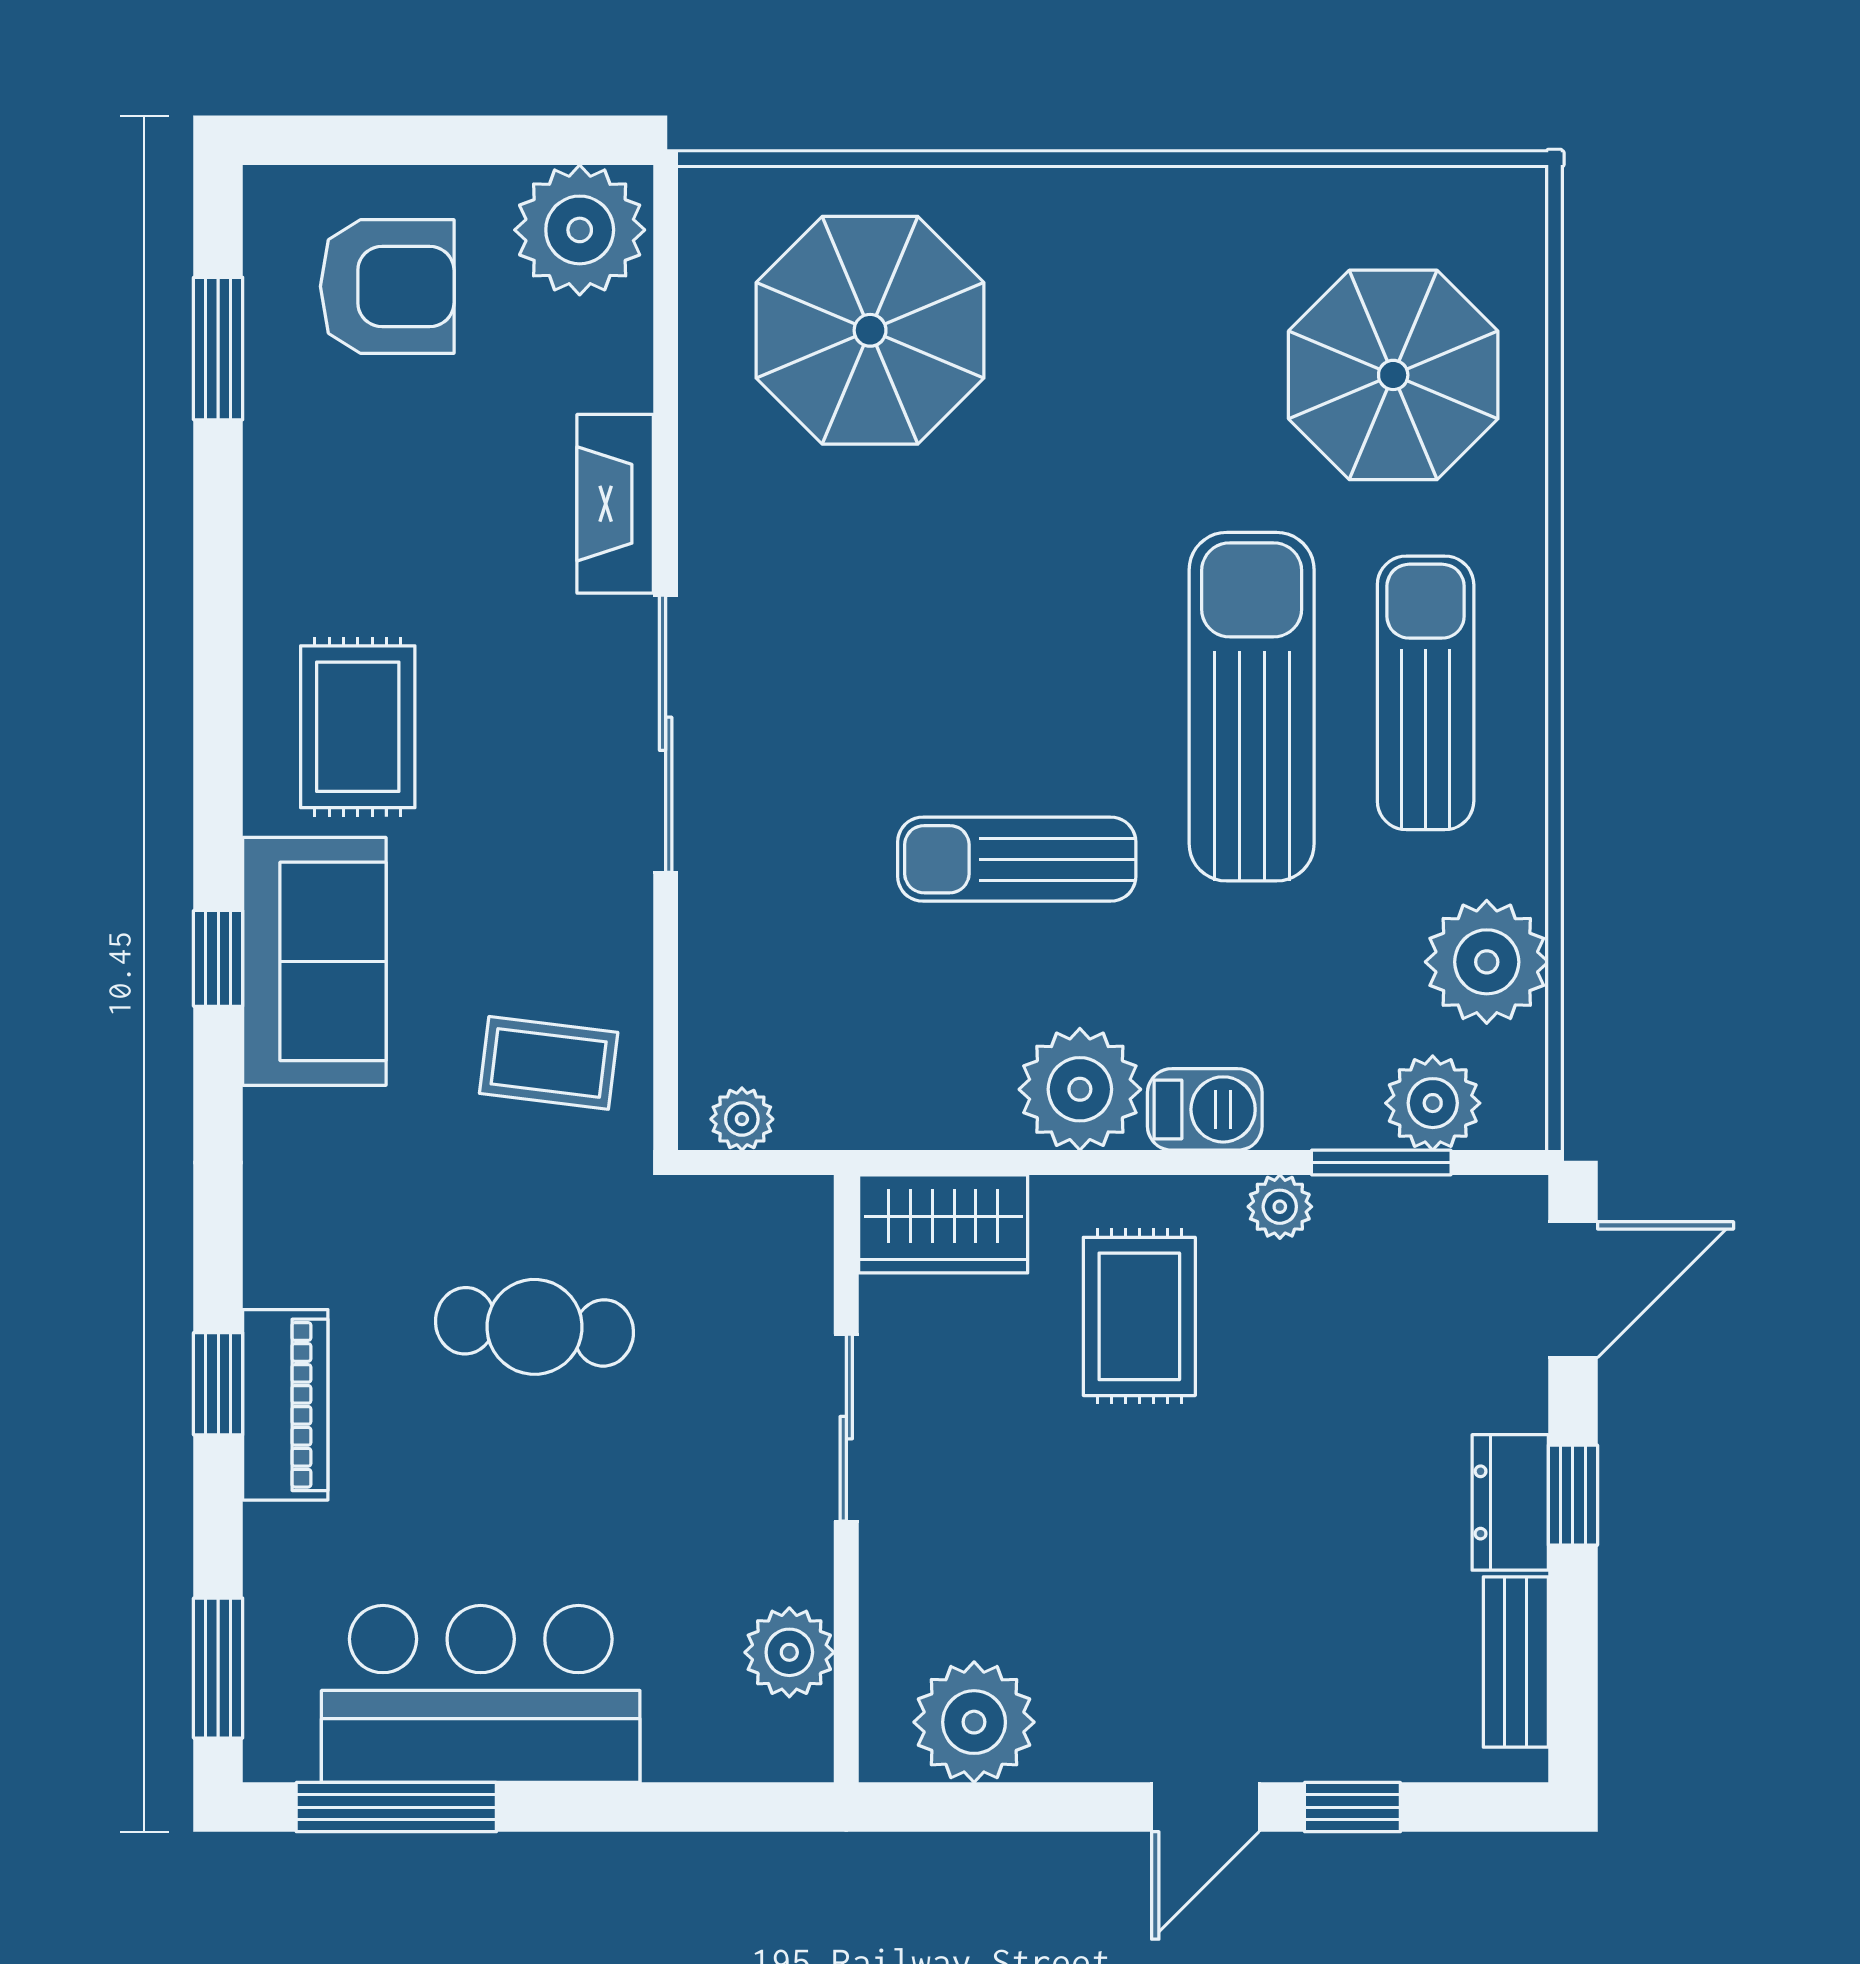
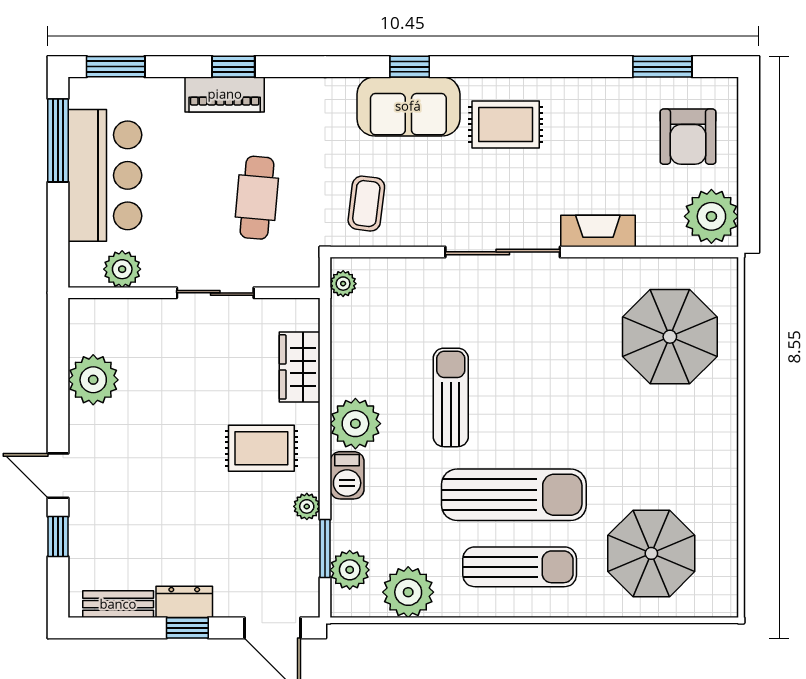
sliding door: (846, 1428) -> (215, 293), moved
wall: (846, 1479) -> (194, 293), moved
plant: (789, 1652) -> (122, 269), moved

